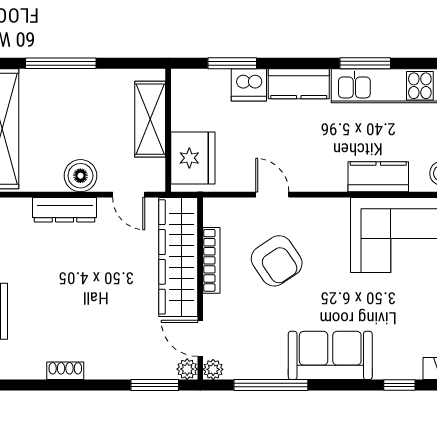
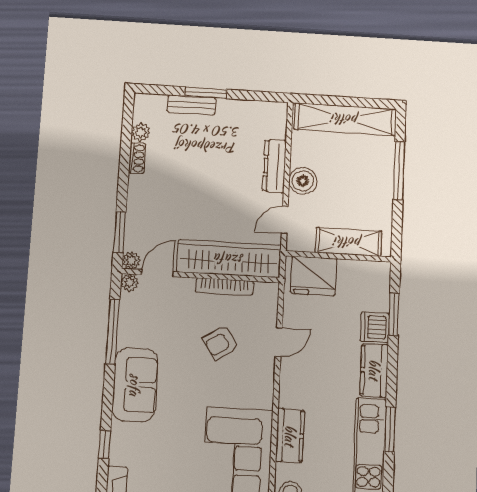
armchair: (277, 261) -> (221, 343), width x0.72, depth x0.72
plant: (34, 369) -> (141, 132), added

